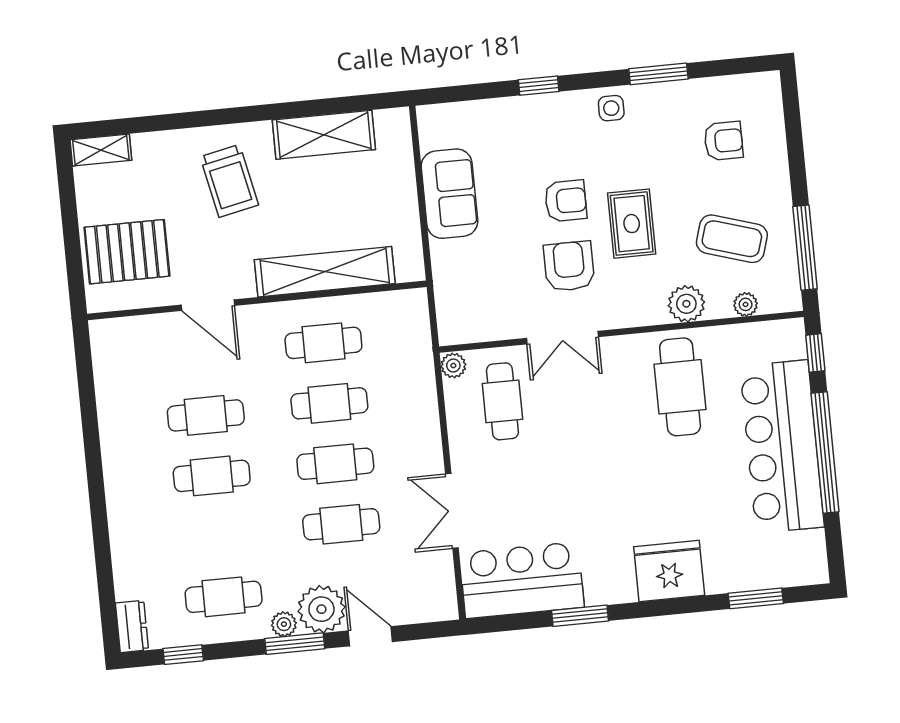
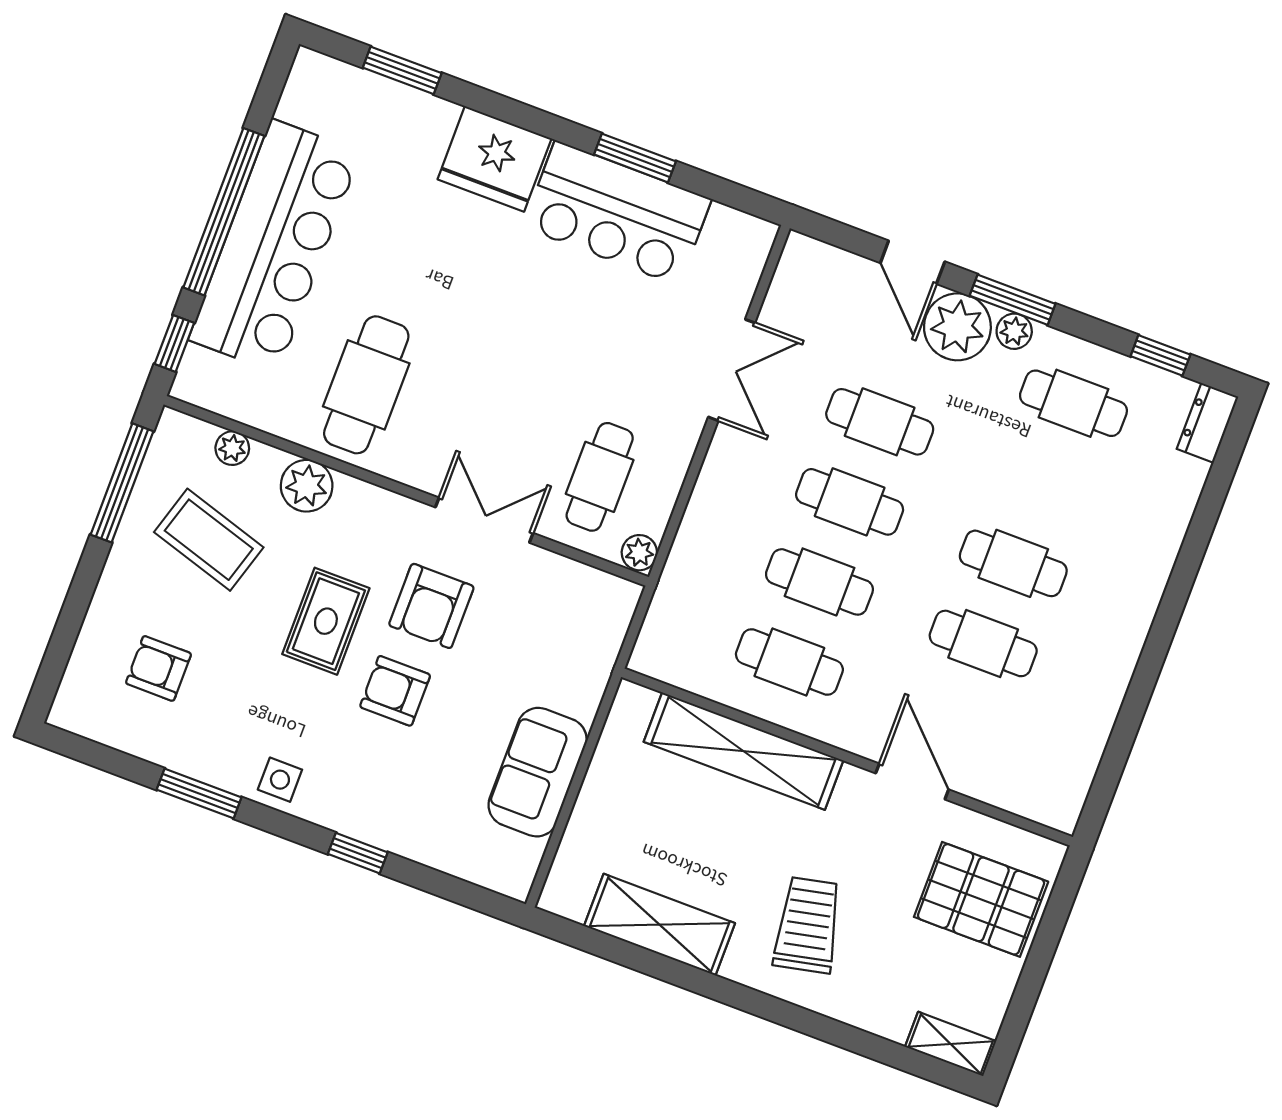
bar counter: (522, 580) -> (617, 213), moved

